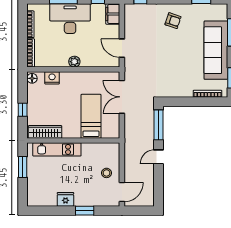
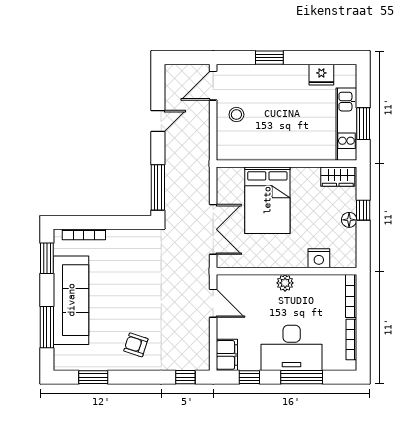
floor lamp: (32, 78) -> (349, 220), moved
bed: (91, 116) -> (267, 200), width x1.50
wardrobe: (45, 132) -> (338, 177), width x0.67
kitchen unit: (57, 149) -> (346, 124), moved, turned -90
door: (159, 157) -> (158, 121), moved
fridge: (65, 199) -> (321, 75), moved

